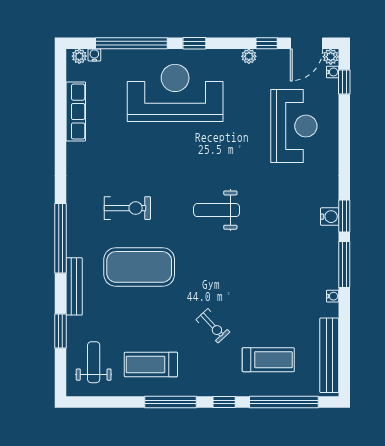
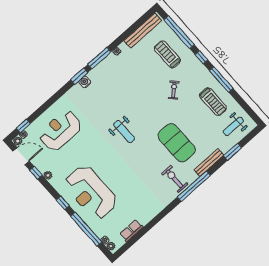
row of seats: (76, 112) -> (131, 231), width x0.68
exercise bike: (127, 208) -> (175, 179), moved

